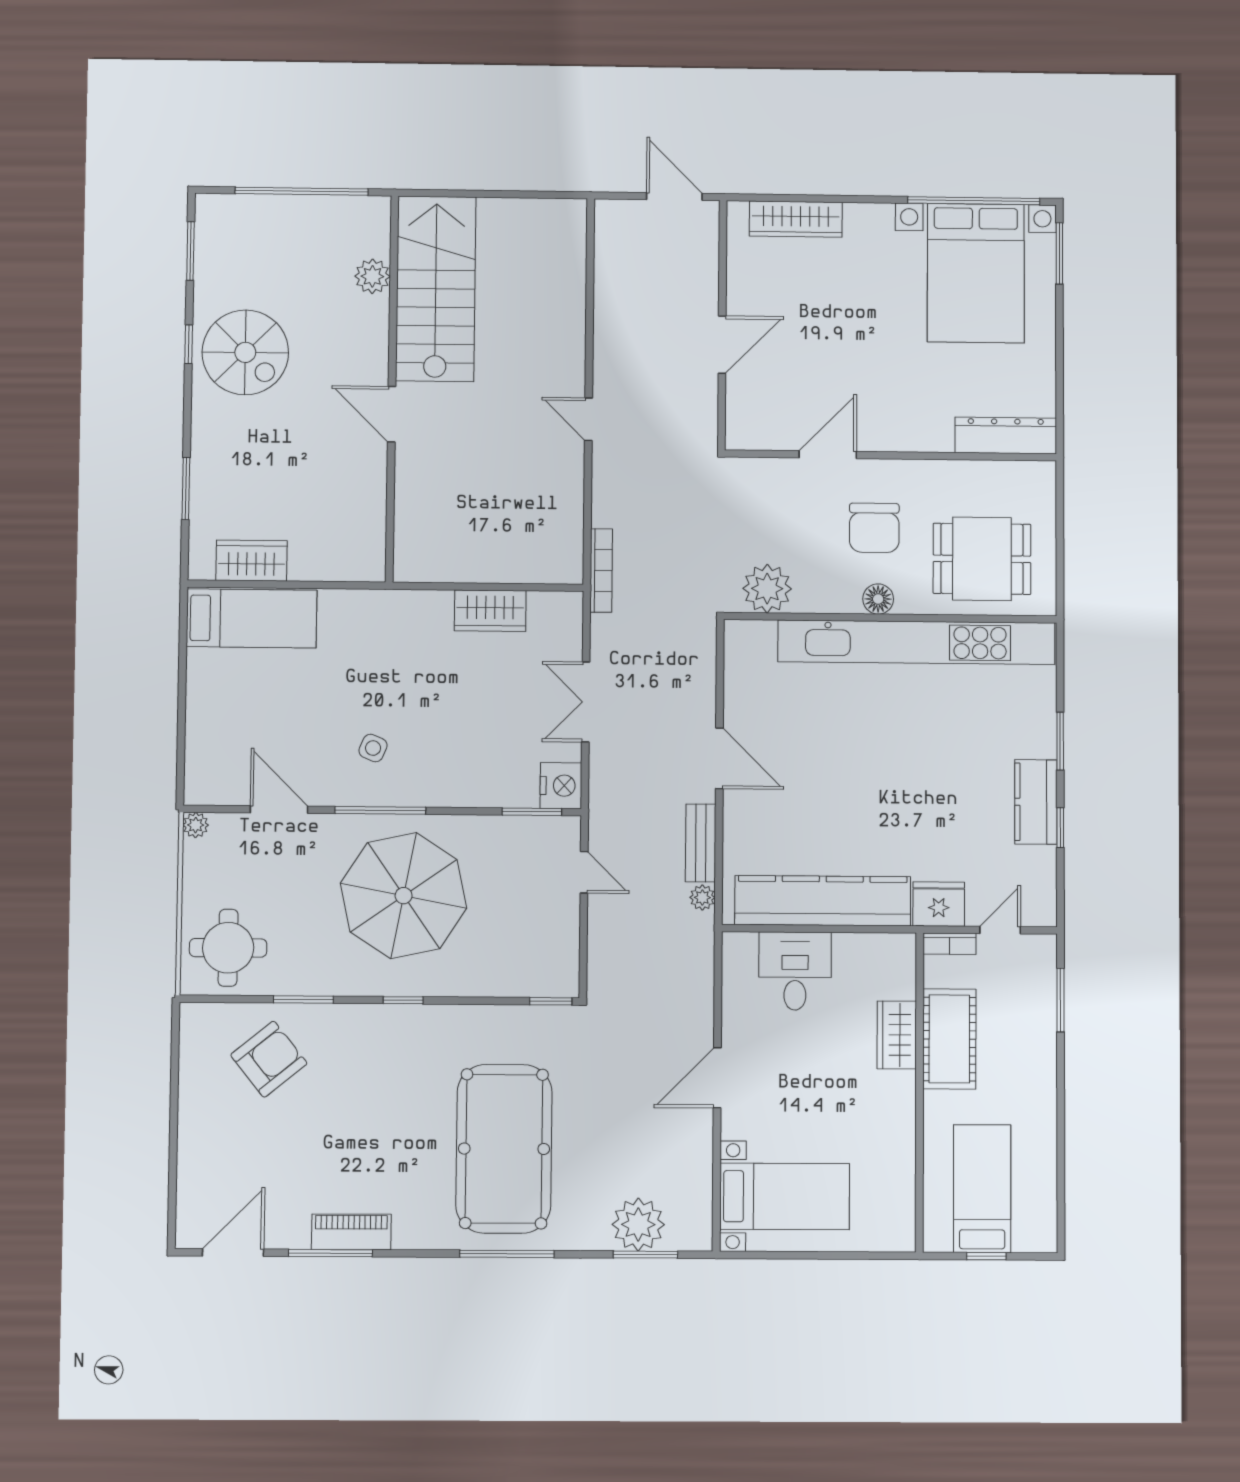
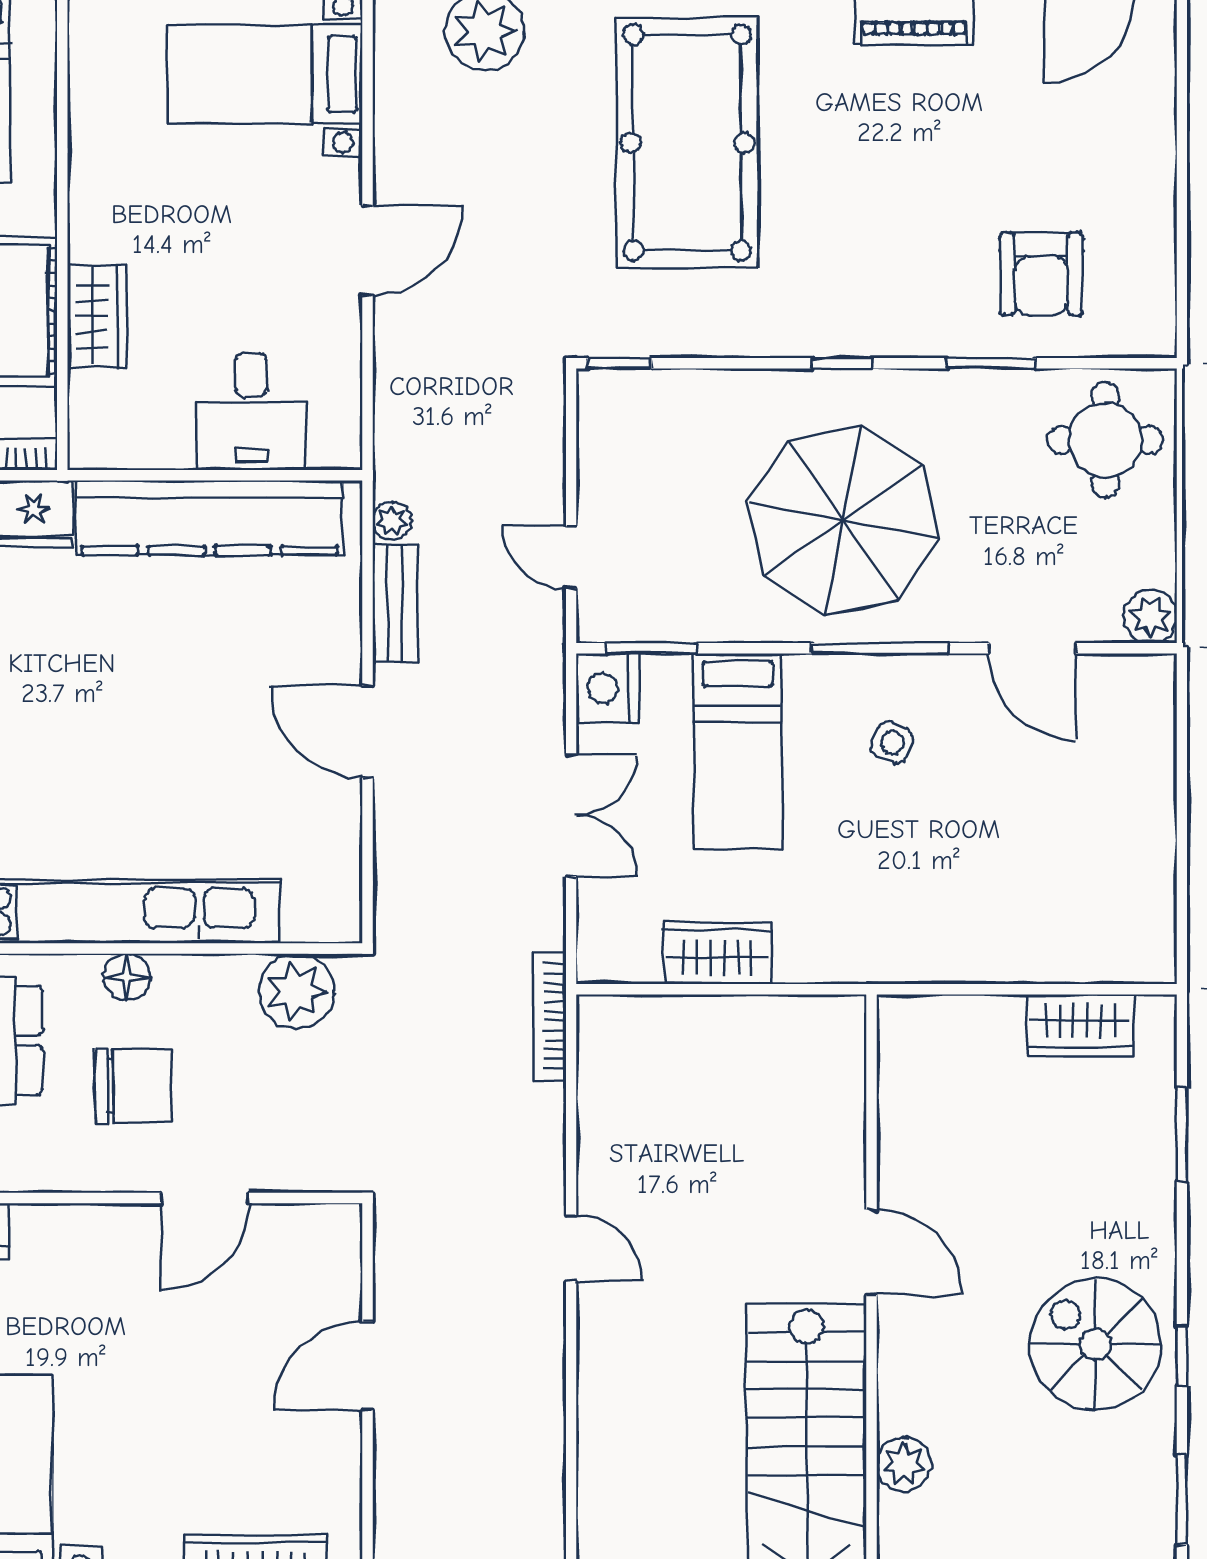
chair: (874, 528) -> (133, 1086), turned 90
bed: (252, 618) -> (738, 751), moved, turned -90
plant: (196, 825) -> (1150, 616), width x1.38, depth x1.38
armchair: (269, 1059) -> (1041, 274), turned -51

